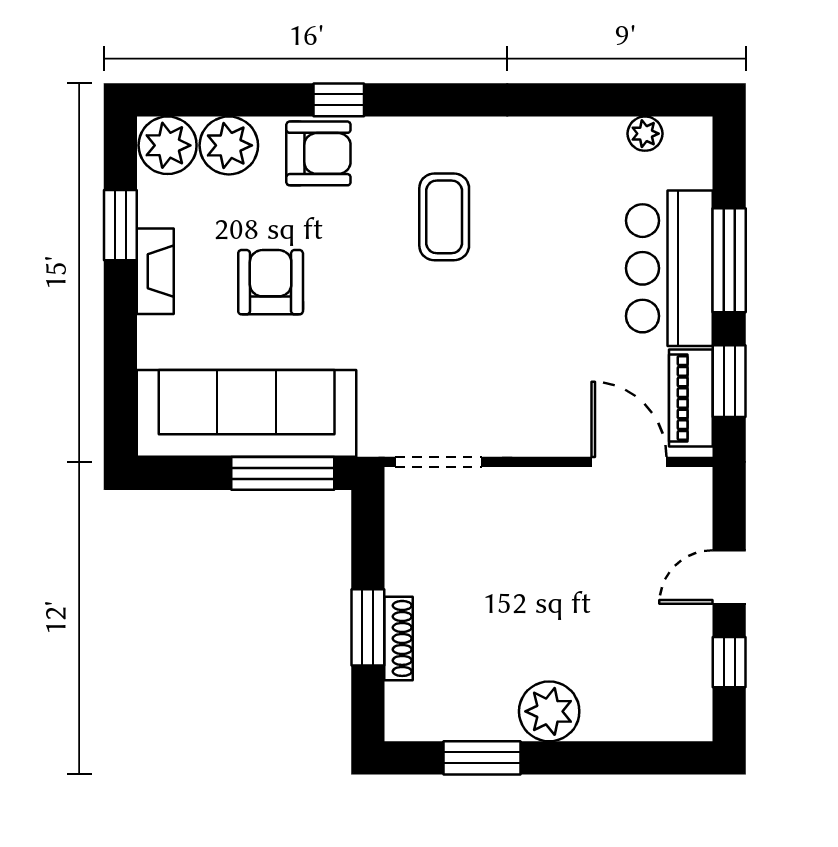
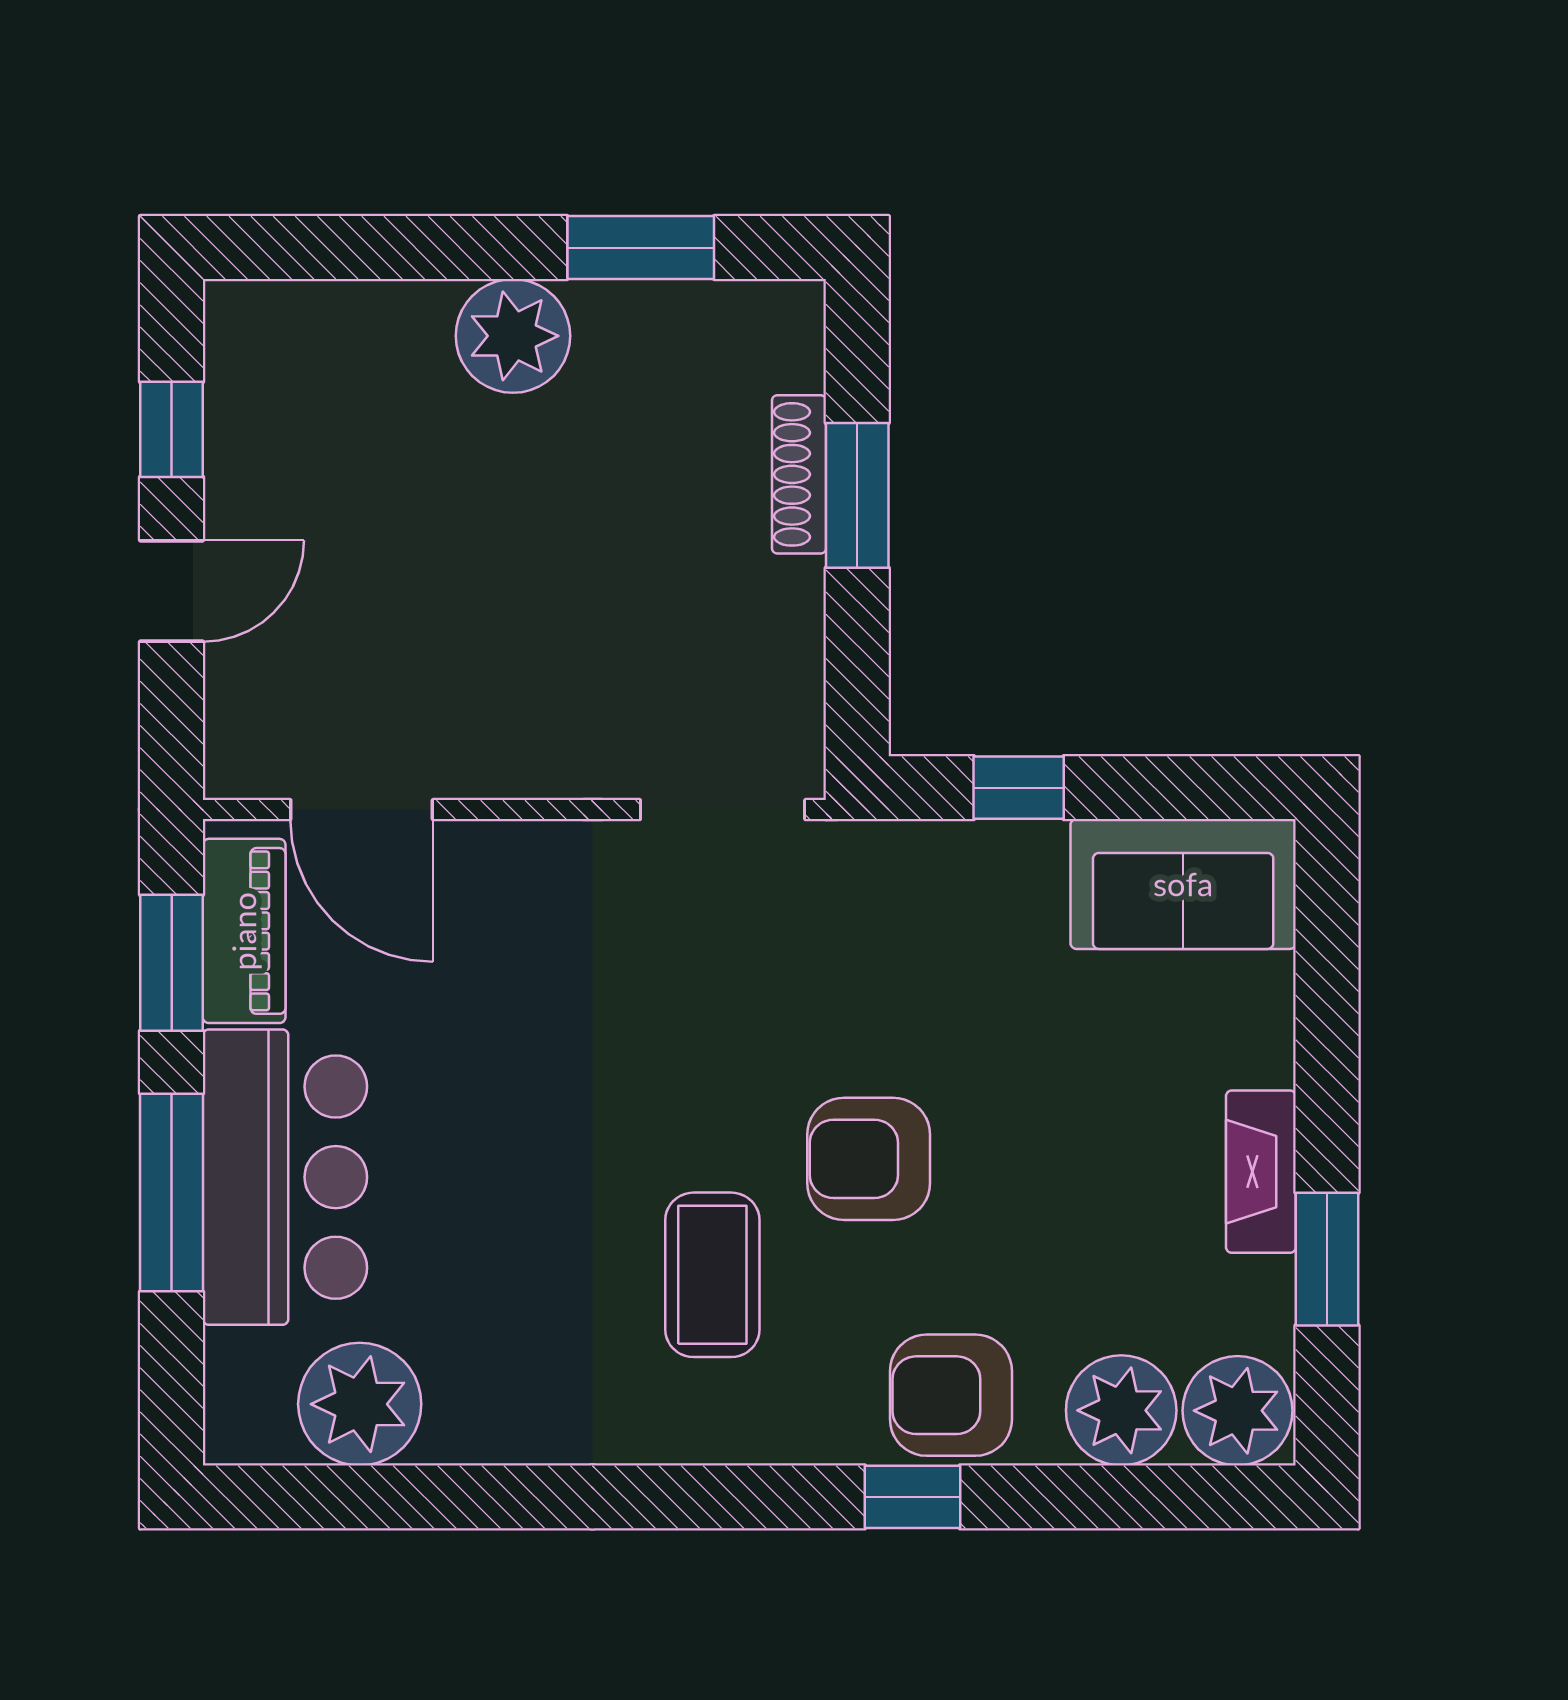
plant: (645, 134) -> (360, 1404), width x1.88, depth x1.88
armchair: (271, 282) -> (869, 1159), moved, turned 90
sofa: (247, 413) -> (1183, 884), width x0.54, depth x0.79
window: (283, 473) -> (1019, 788), width x0.46

